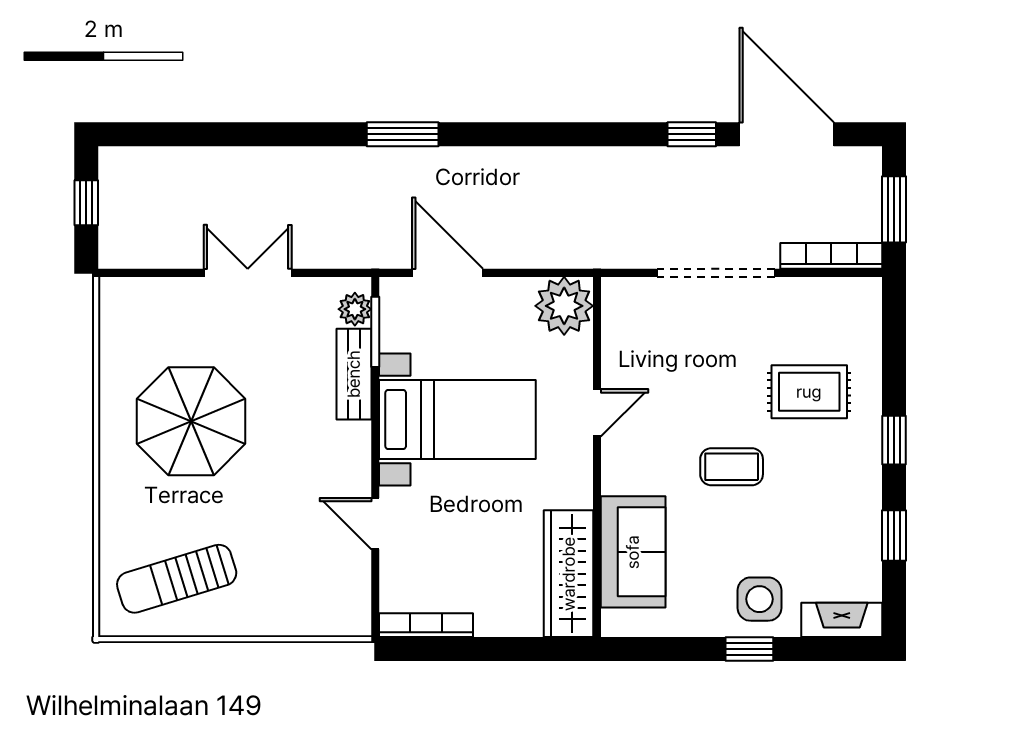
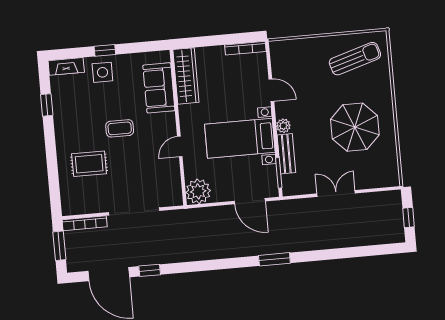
double door: (248, 273) -> (336, 193), swing flipped
plant: (355, 309) -> (283, 126), moved
window: (894, 440) -> (51, 146), removed

